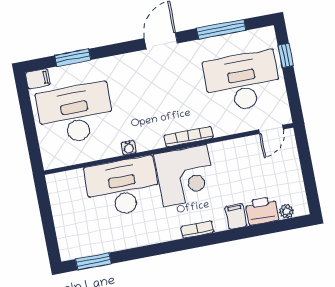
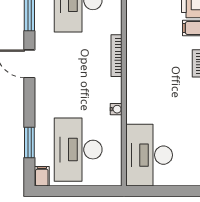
corner desk: (185, 175) -> (149, 65), removed
desk: (123, 187) -> (149, 155), moved

